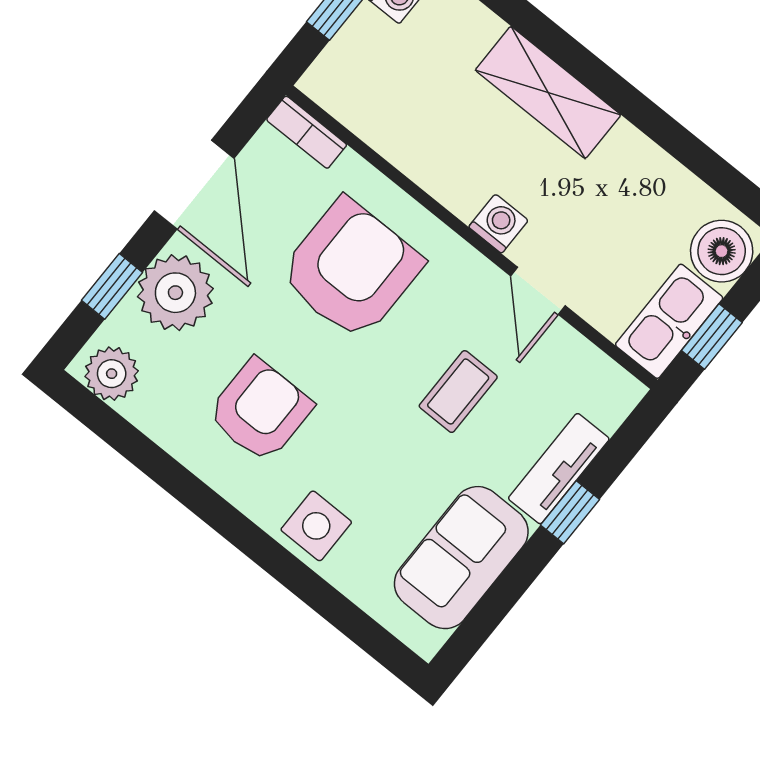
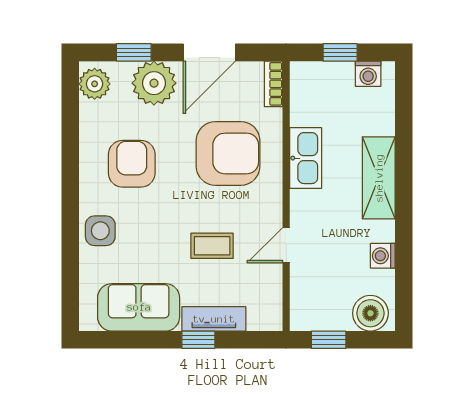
washing machine: (498, 224) -> (383, 256), moved, turned 180
kitchen sink: (669, 321) -> (306, 158), moved, turned 90
armchair: (260, 411) -> (132, 164), turned -90

